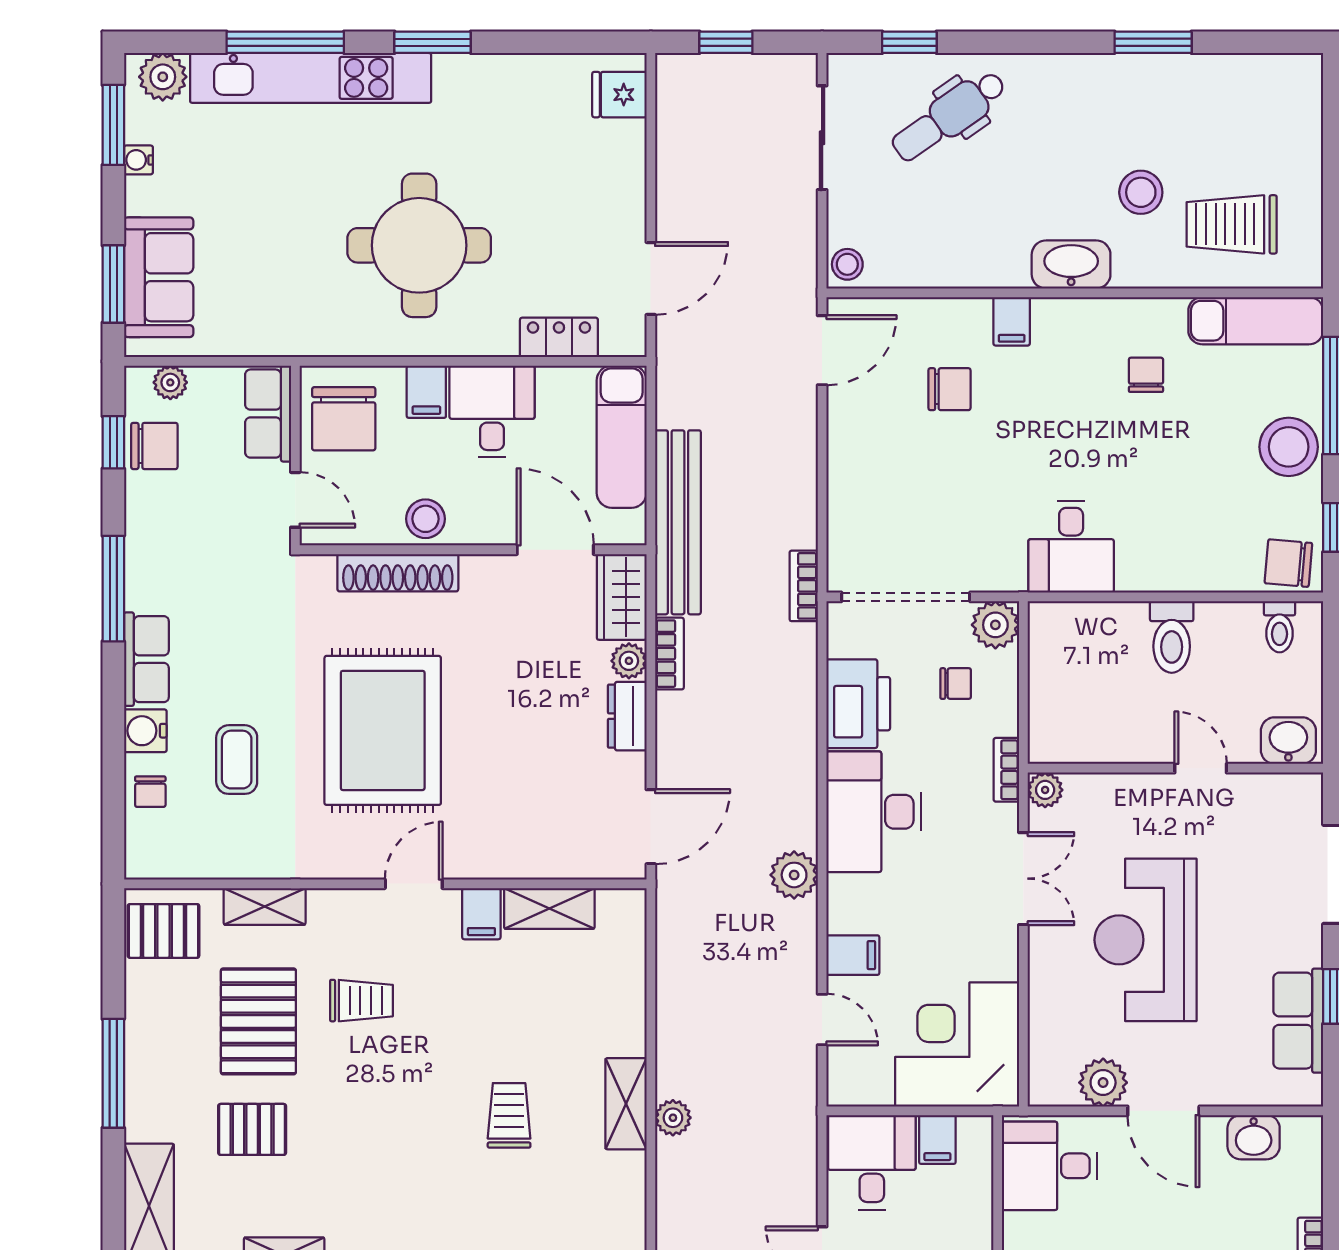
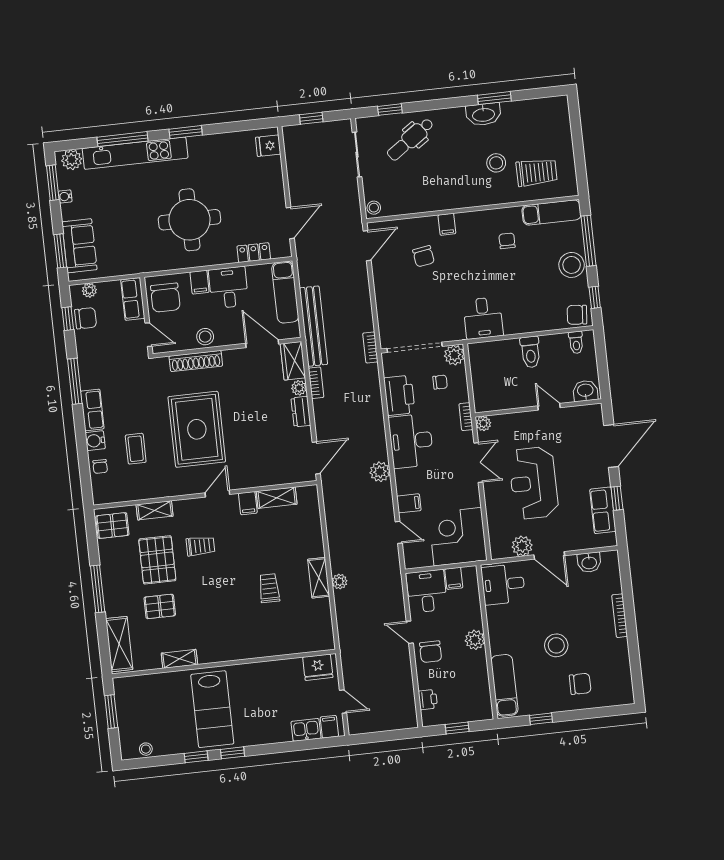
trolley: (1232, 224) -> (537, 172), turned 180
washbasin: (1071, 264) -> (483, 114), moved, turned 180
chair: (950, 389) -> (424, 256), turned 81

